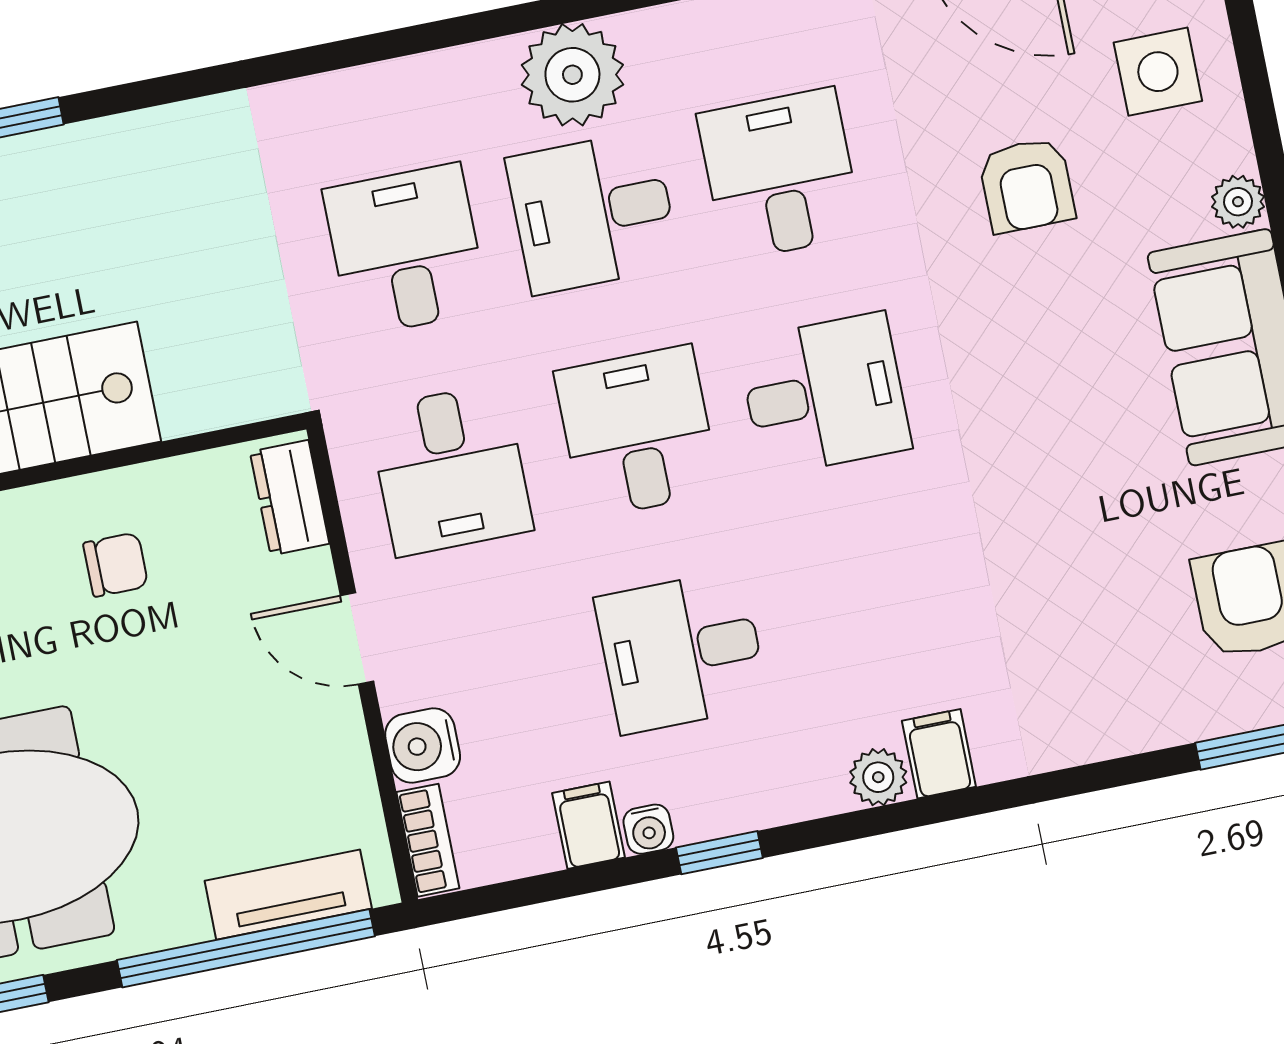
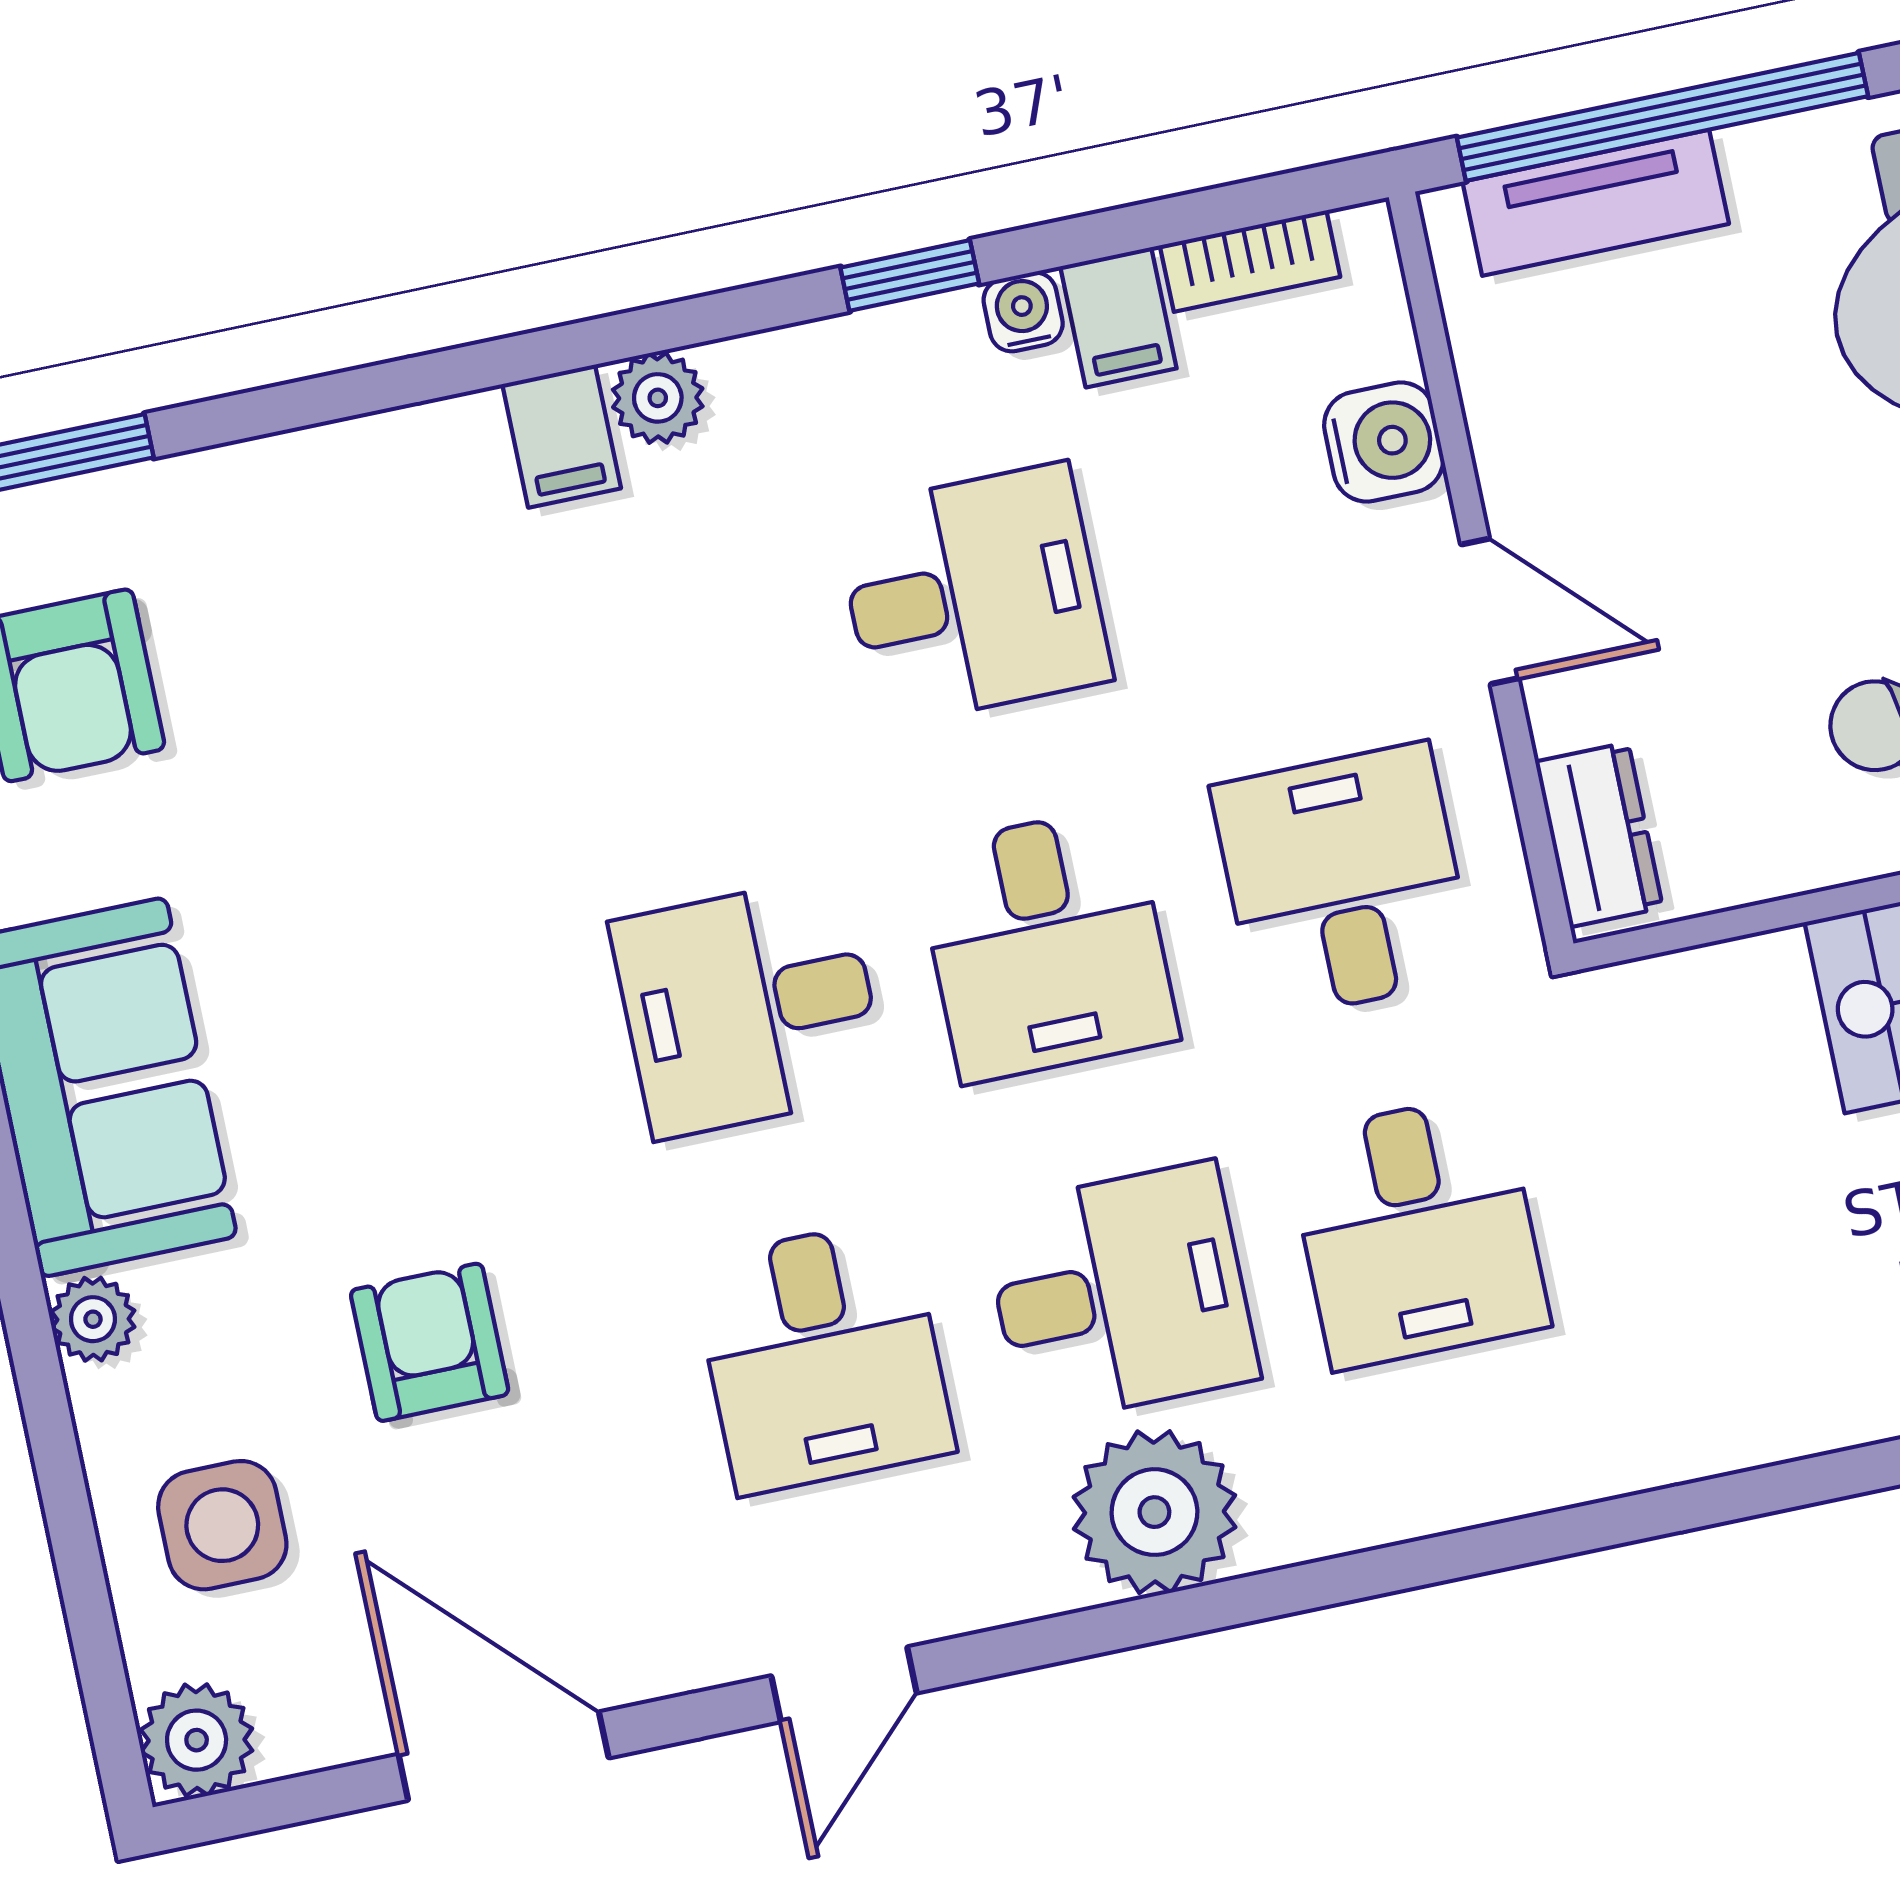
bookcase: (428, 840) -> (1250, 261), moved, turned -90

